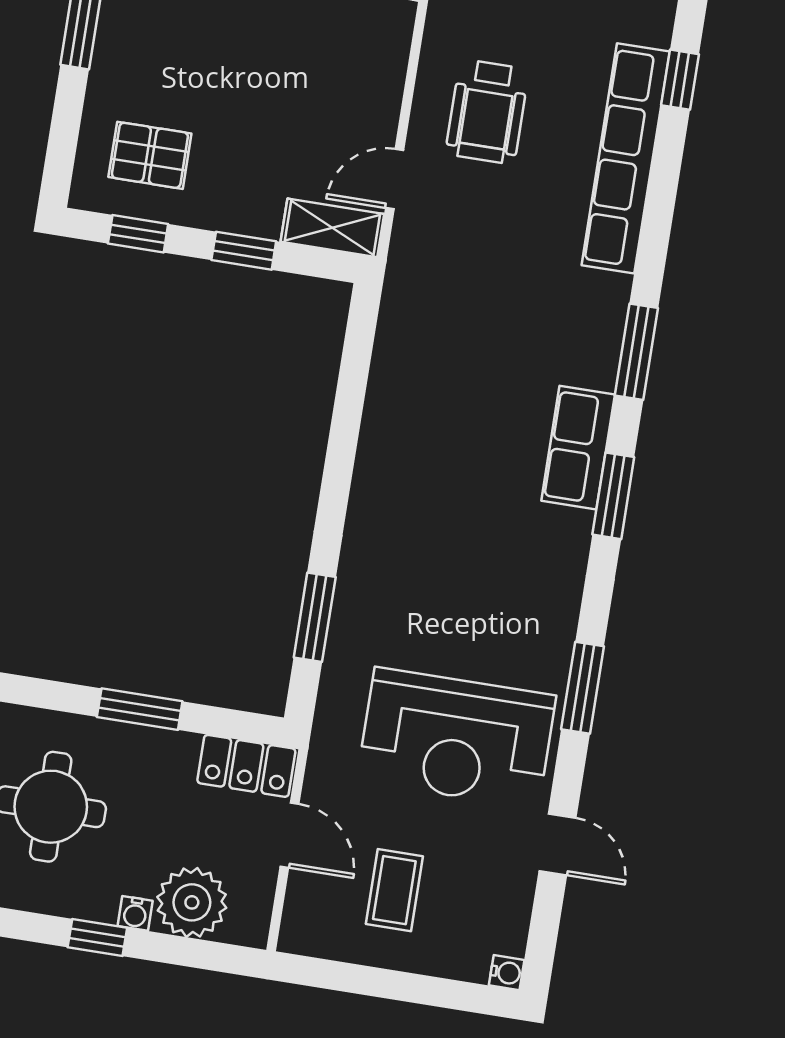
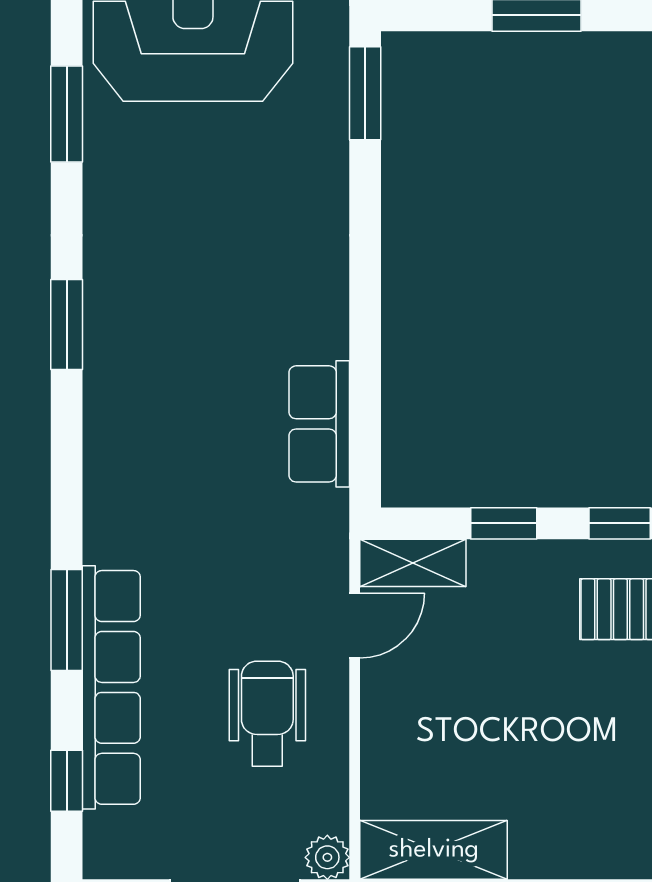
window: (636, 352) -> (67, 620), moved
row of seats: (578, 448) -> (319, 424), moved, turned 180
window: (315, 617) -> (365, 93), moved

